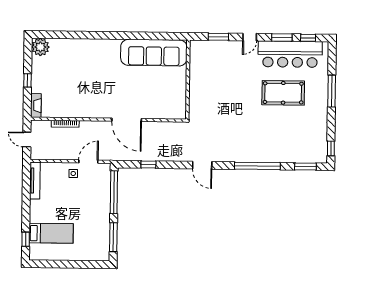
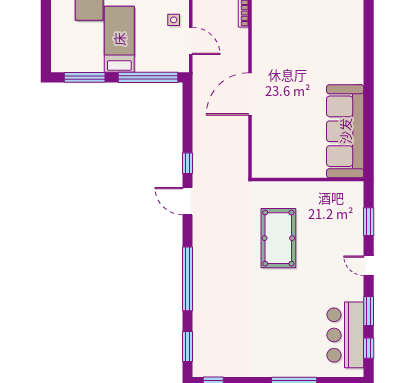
bar counter: (290, 54) -> (345, 335), width x0.73
pool table: (283, 93) -> (278, 238), moved
window: (148, 165) -> (187, 163), moved
door: (202, 165) -> (187, 201), hinge flipped
bed: (87, 212) -> (119, 39), added

